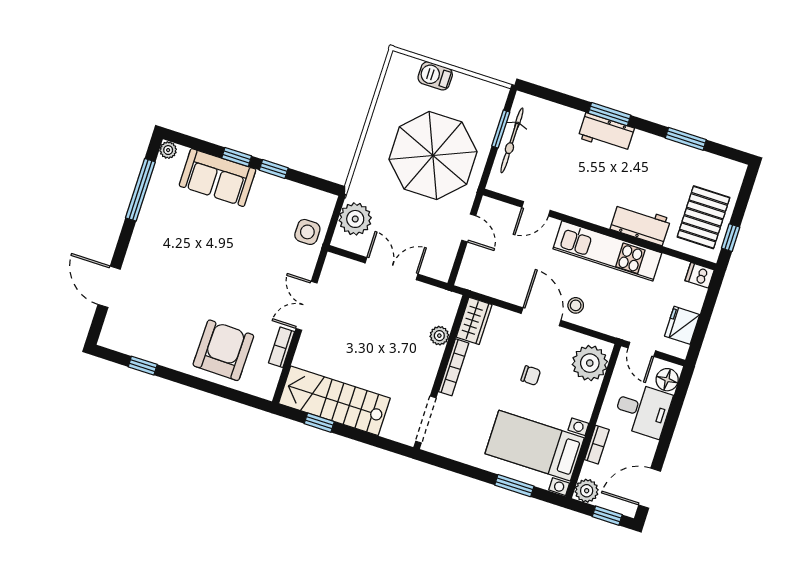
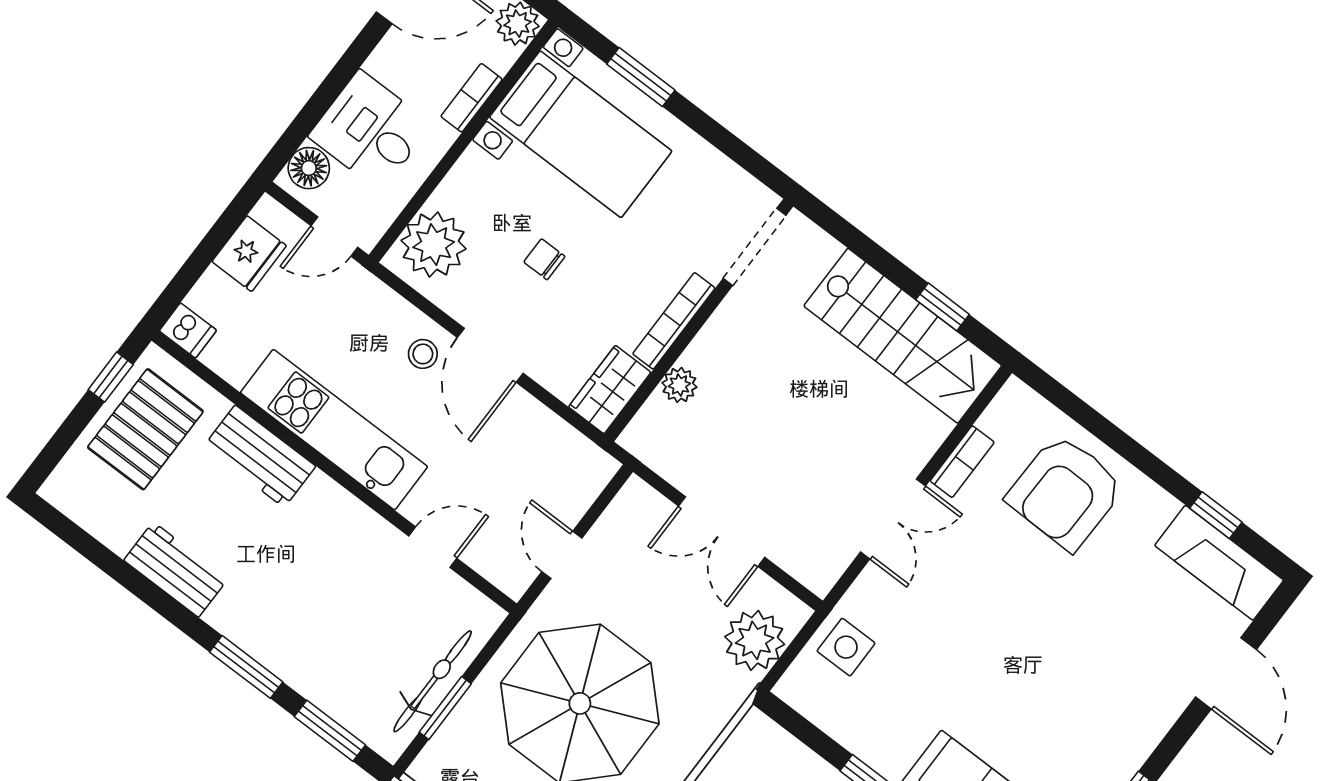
workbench: (606, 133) -> (176, 569), moved
window: (686, 139) -> (330, 731), moved
fireplace: (132, 342) -> (1219, 563), added
door: (642, 349) -> (334, 236), swing flipped

